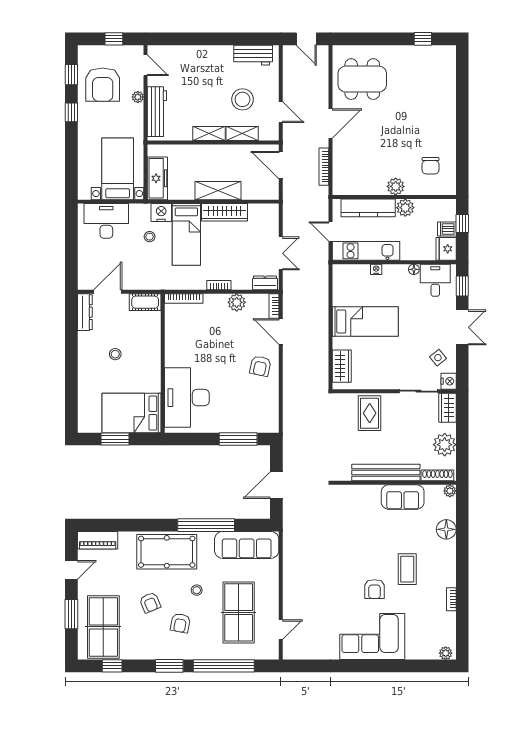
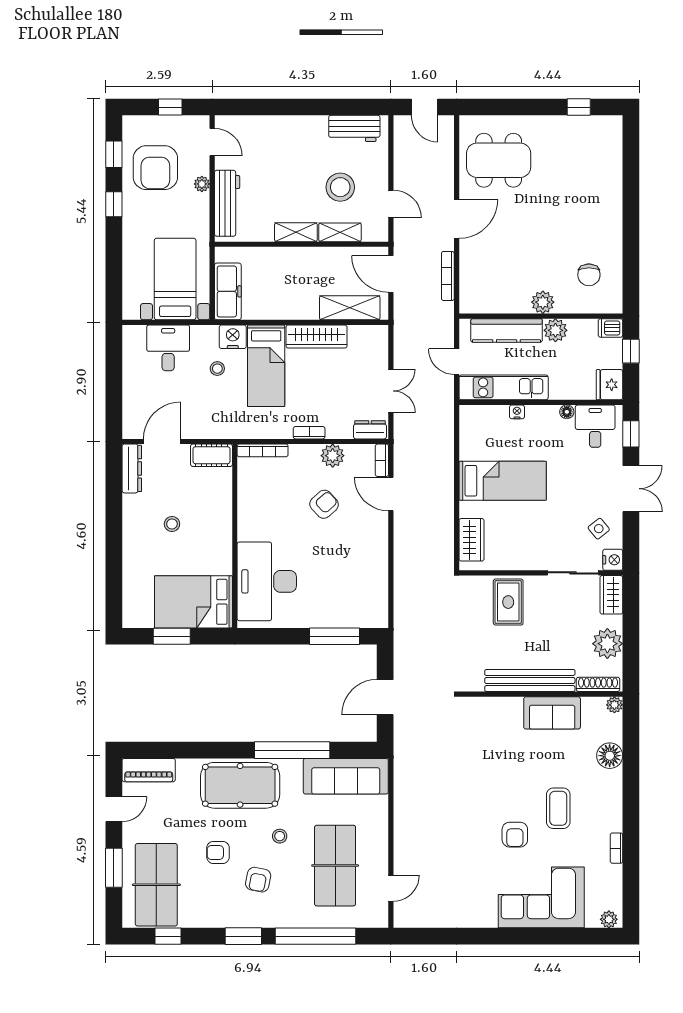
shelving: (218, 191) -> (350, 308), moved
desk: (106, 221) -> (168, 348), width x0.73
dishwasher: (447, 229) -> (611, 328), moved
armchair: (260, 366) -> (324, 504), moved, turned -144
armchair: (150, 603) -> (218, 852), turned 112
corner sofa: (372, 637) -> (541, 897), moved

